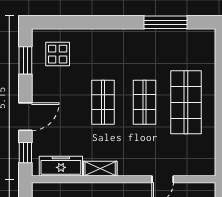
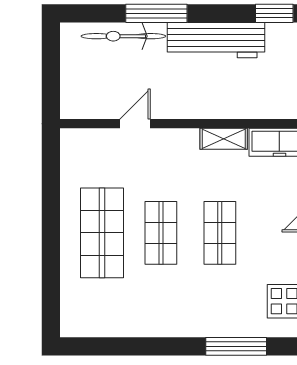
window: (165, 22) -> (236, 346), moved

